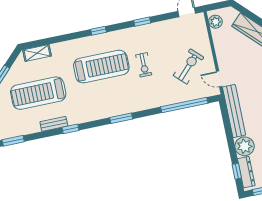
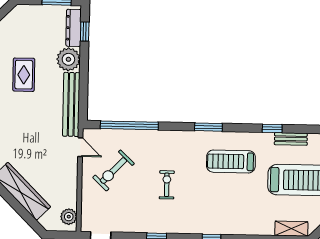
treadmill: (101, 67) -> (231, 161), moved, width x0.73, depth x0.73

